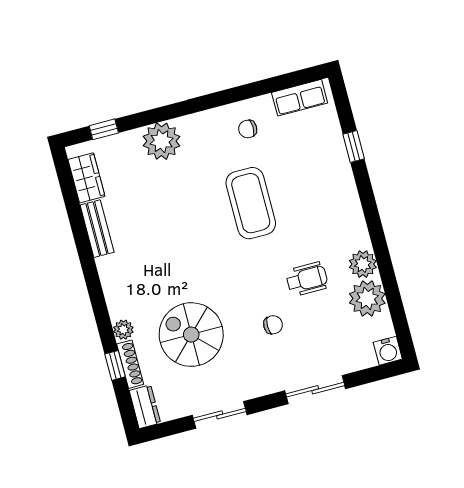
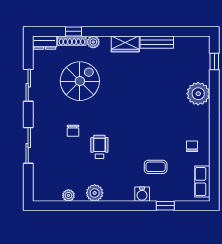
wardrobe: (86, 178) -> (125, 44), moved
coffee table: (251, 203) -> (156, 167), moved, width x0.54, depth x0.58
wheelchair: (307, 279) -> (99, 147), moved, turned 180
plant: (367, 298) -> (68, 195), width x0.53, depth x0.53
water cooler: (388, 351) -> (142, 194), moved, turned -90

